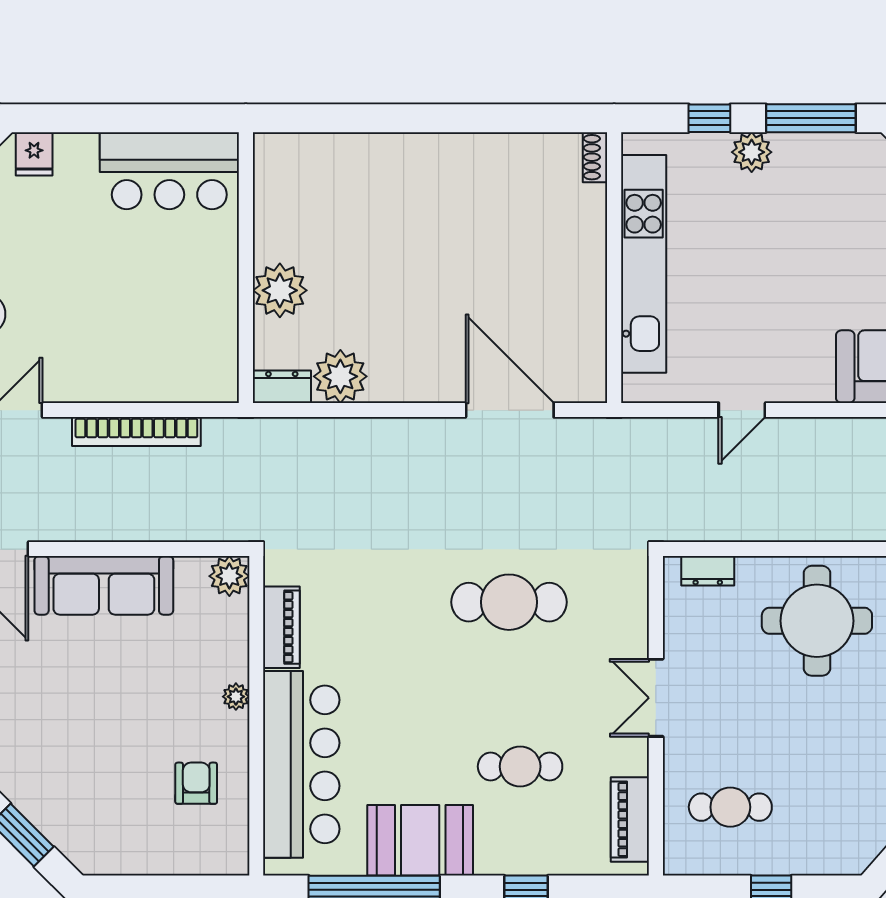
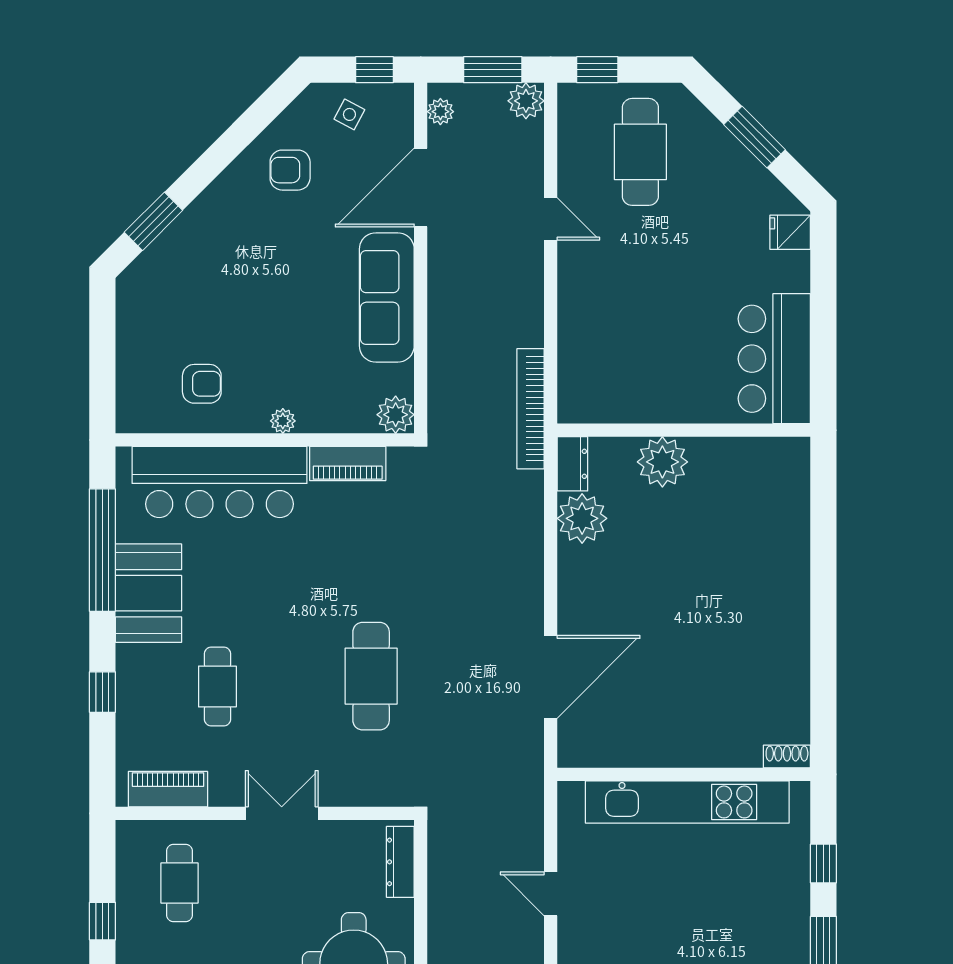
plant: (752, 152) -> (792, 903), removed
bookcase: (136, 432) -> (531, 409), moved
dresser: (708, 571) -> (400, 862), width x1.44

